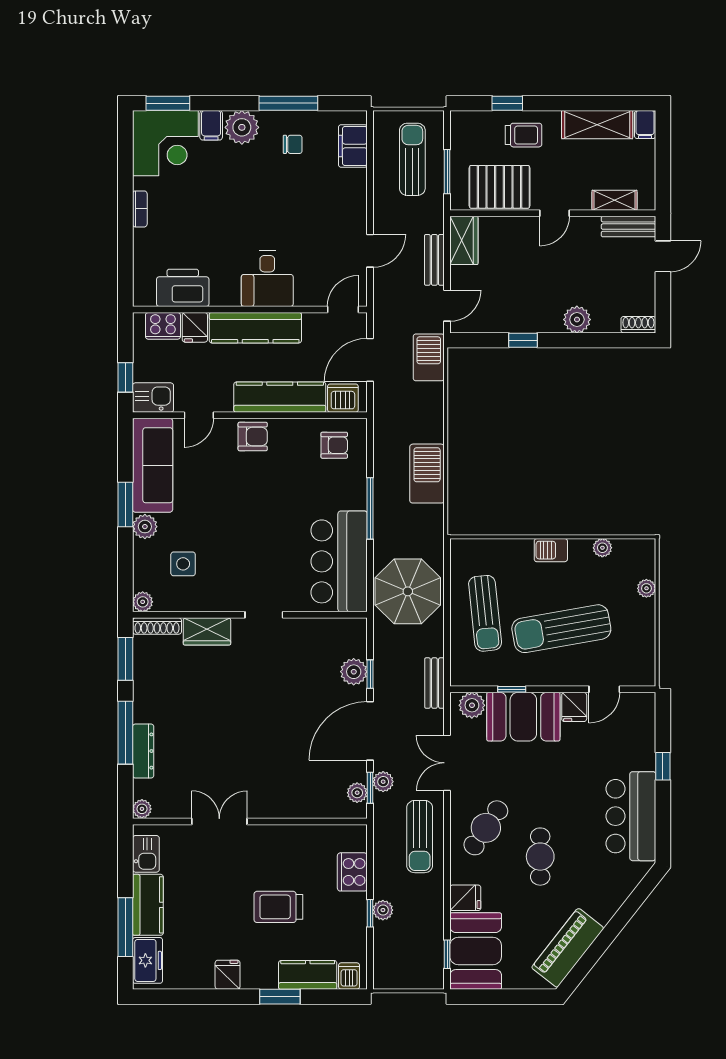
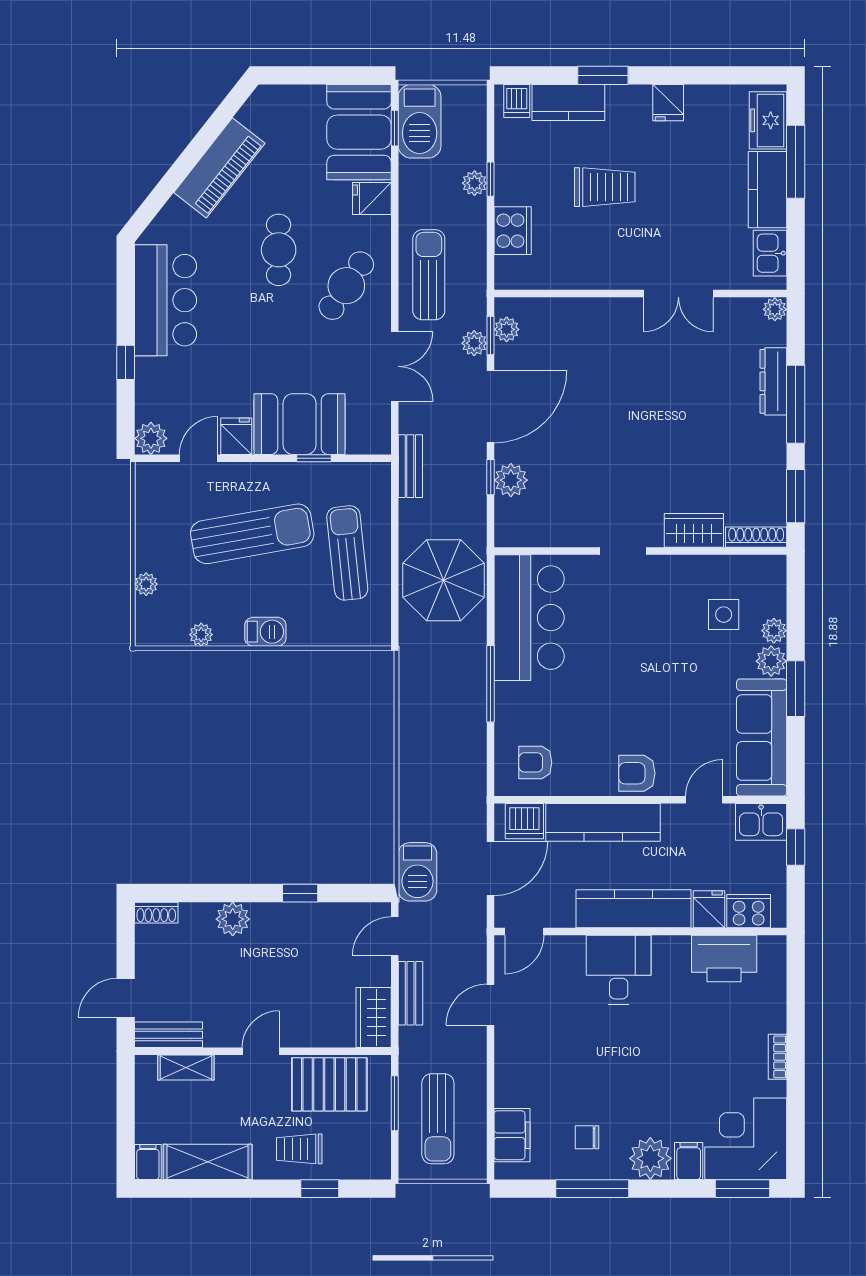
barbecue: (427, 474) -> (420, 121), moved
plant: (143, 602) -> (774, 631), moved
plant: (472, 705) -> (151, 438), moved
piano: (568, 948) -> (219, 168), moved

